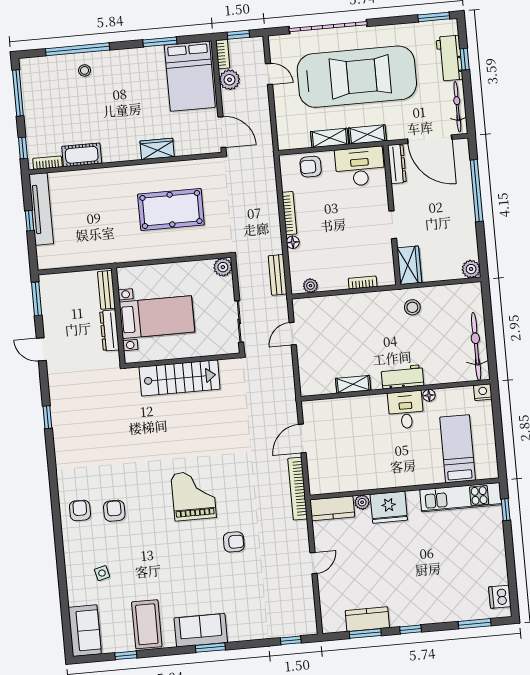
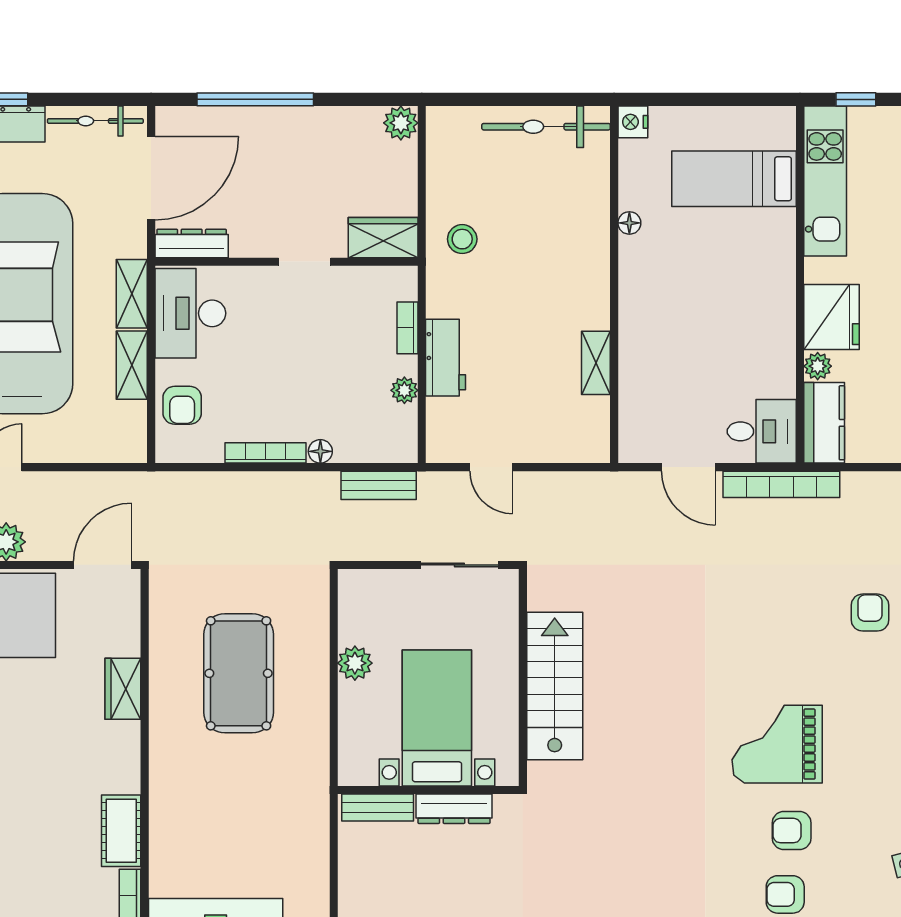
plant: (223, 267) -> (355, 663), moved
plant: (310, 286) -> (404, 390), moved
workbench: (402, 377) -> (446, 358), moved, turned 180
desk: (406, 410) -> (762, 431), moved, turned 180
grand piano: (194, 496) -> (777, 744), moved

